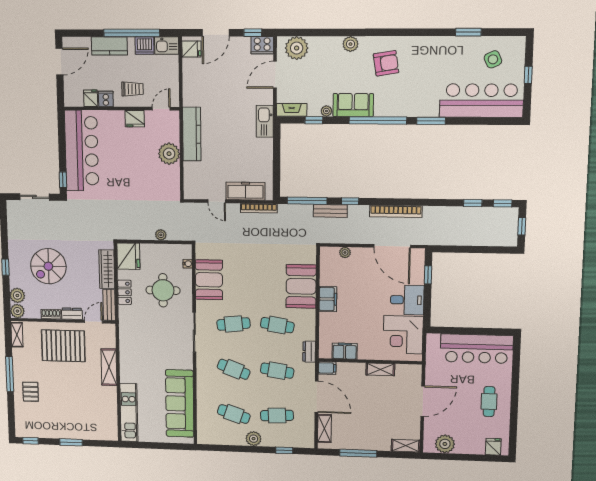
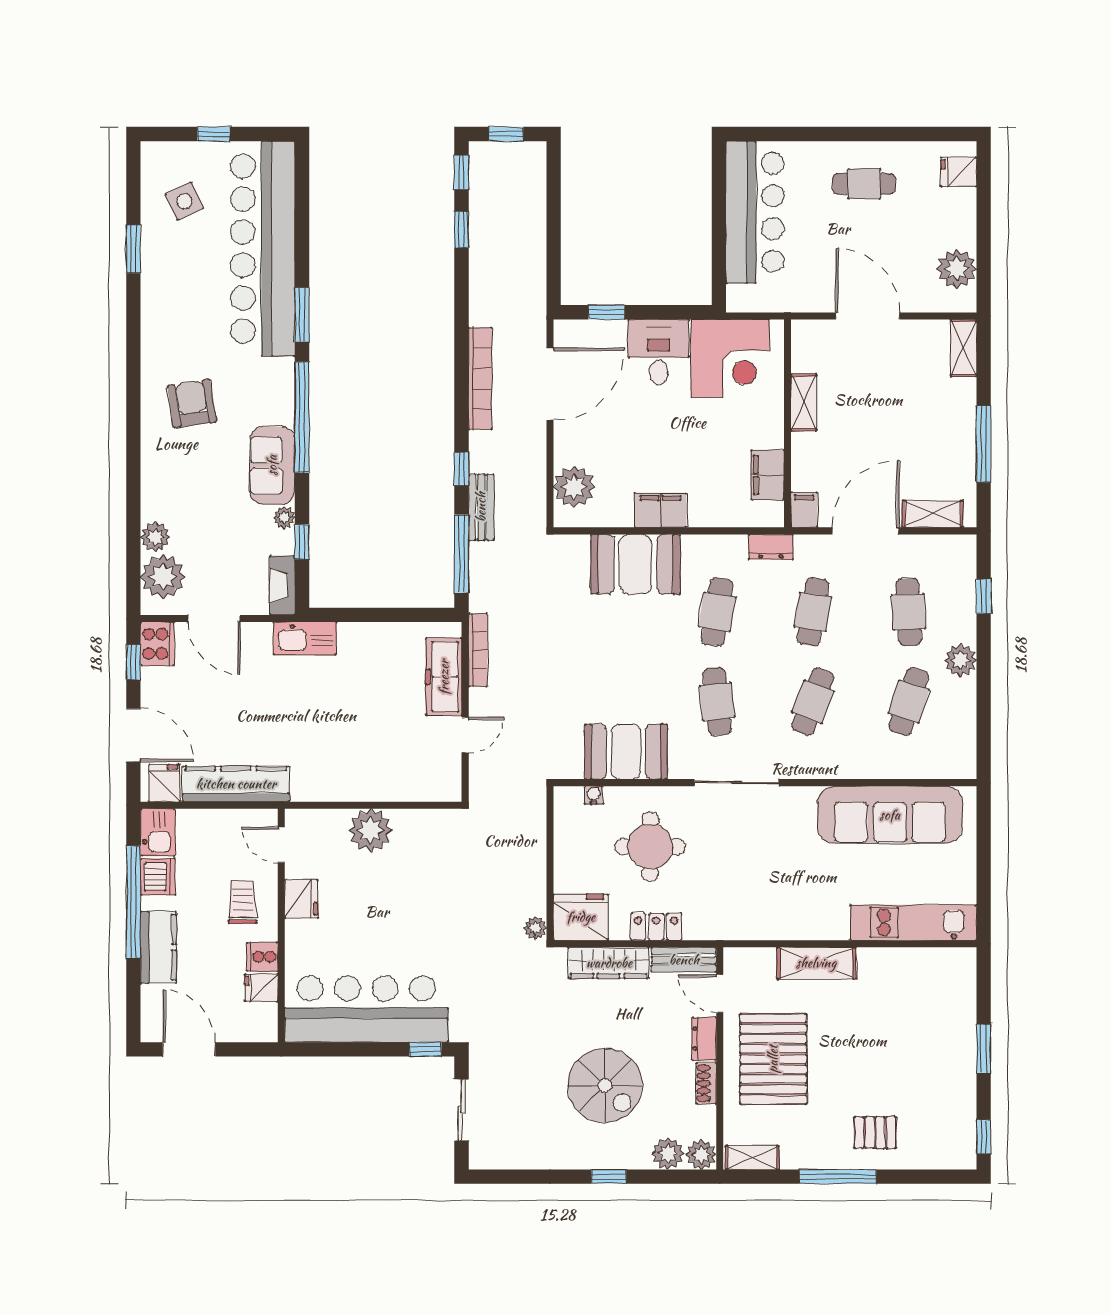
plant: (350, 44) -> (155, 537), moved
bar counter: (481, 101) -> (263, 249), width x1.36
kitchen counter: (192, 134) -> (236, 784), moved
plant: (161, 235) -> (535, 928), moved
plant: (345, 252) -> (574, 487), width x1.88, depth x1.88

